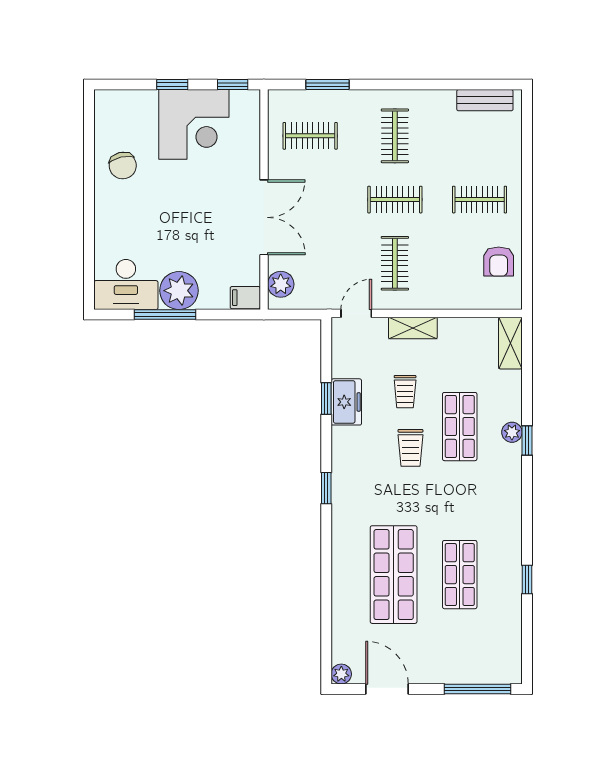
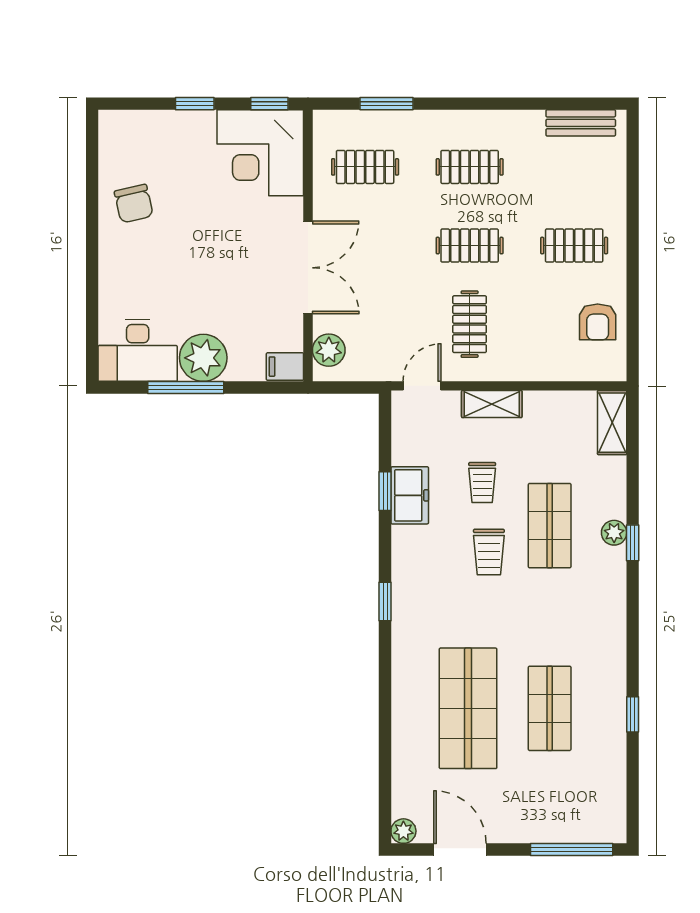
corner desk: (194, 124) -> (260, 153), moved, turned 90
clothes rail: (395, 136) -> (470, 167), turned 90

